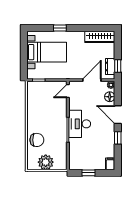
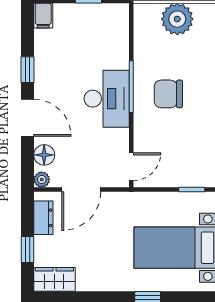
wardrobe: (100, 37) -> (54, 279), width x0.67
window: (118, 66) -> (27, 249), moved
chair: (37, 140) -> (168, 94), moved

